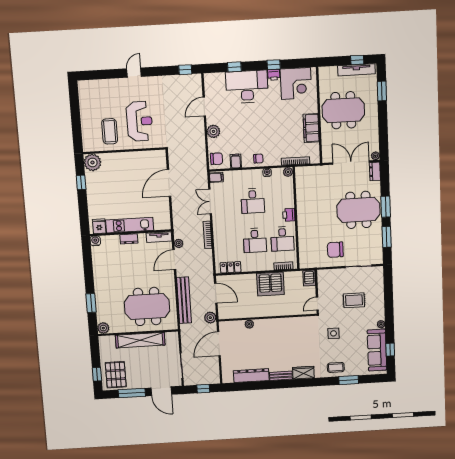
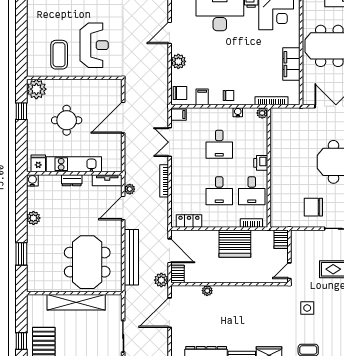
round table: (121, 188) -> (67, 120), added
meeting table: (147, 307) -> (87, 262), turned 90
server rack: (224, 312) -> (178, 274), added
plant: (103, 328) -> (33, 218), moved

